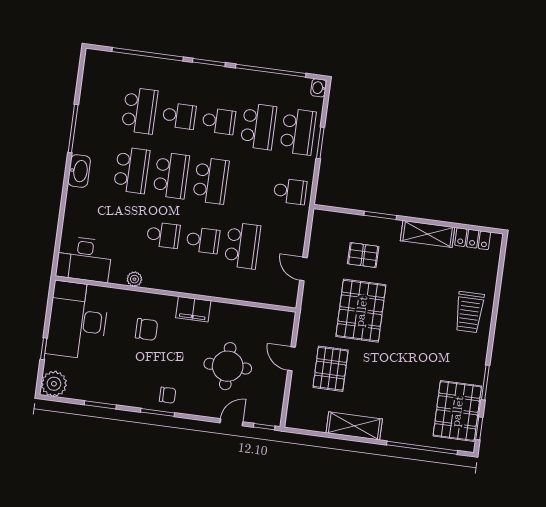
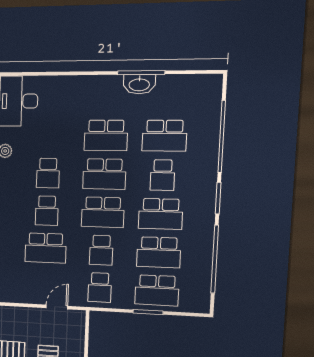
washbasin: (319, 88) -> (201, 306), removed
school desk: (219, 121) -> (161, 214), width x1.85
washbasin: (79, 171) -> (139, 84), moved
school desk: (250, 186) -> (101, 250), added
door: (303, 269) -> (57, 307), moved

